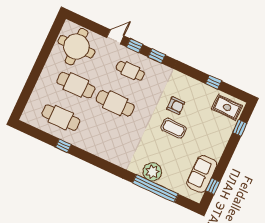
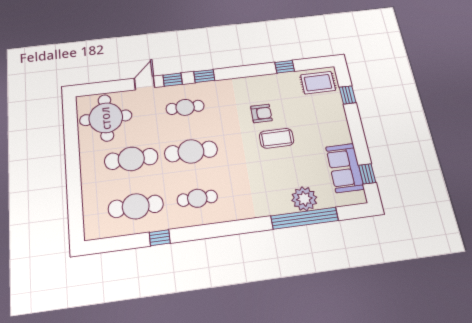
cafe table: (100, 136) -> (197, 198), added
plant: (152, 172) -> (304, 199), moved

